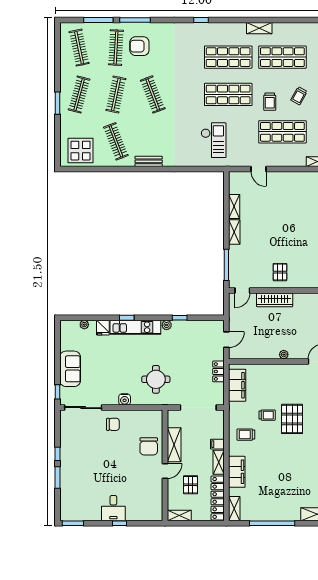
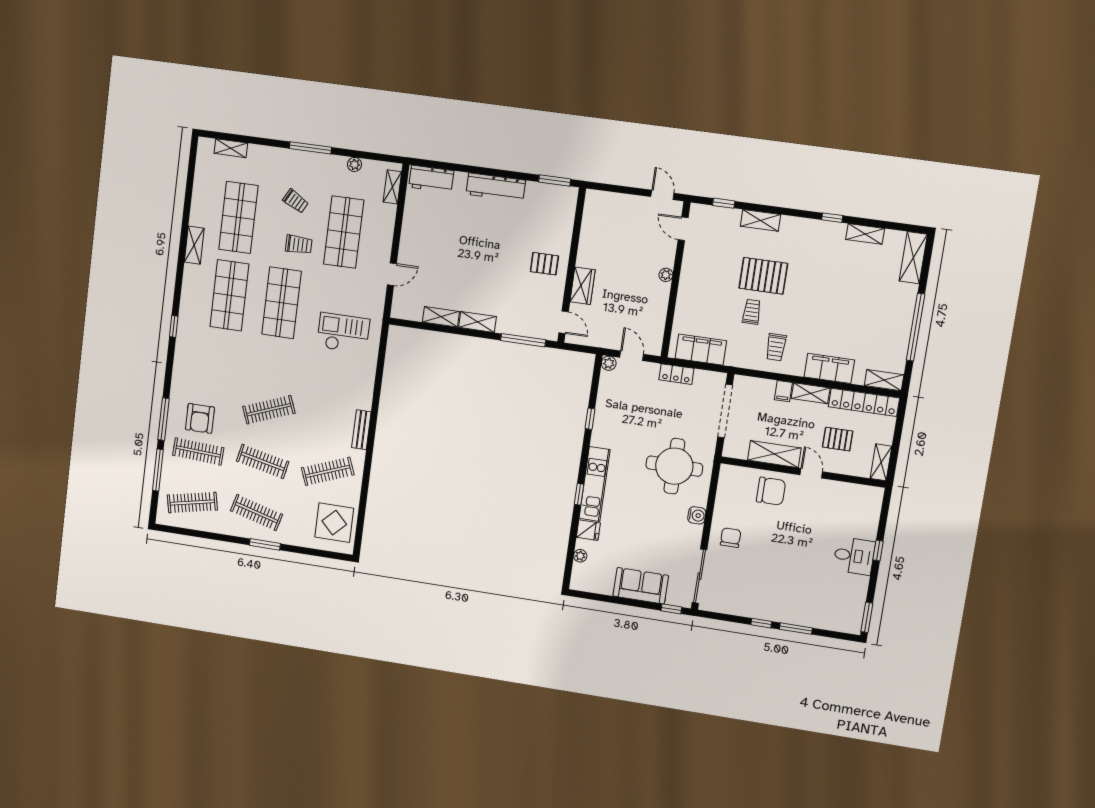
wardrobe: (275, 300) -> (582, 286), width x0.67
plant: (167, 325) -> (609, 363), moved
round table: (156, 379) -> (674, 466), width x1.36, depth x1.36

